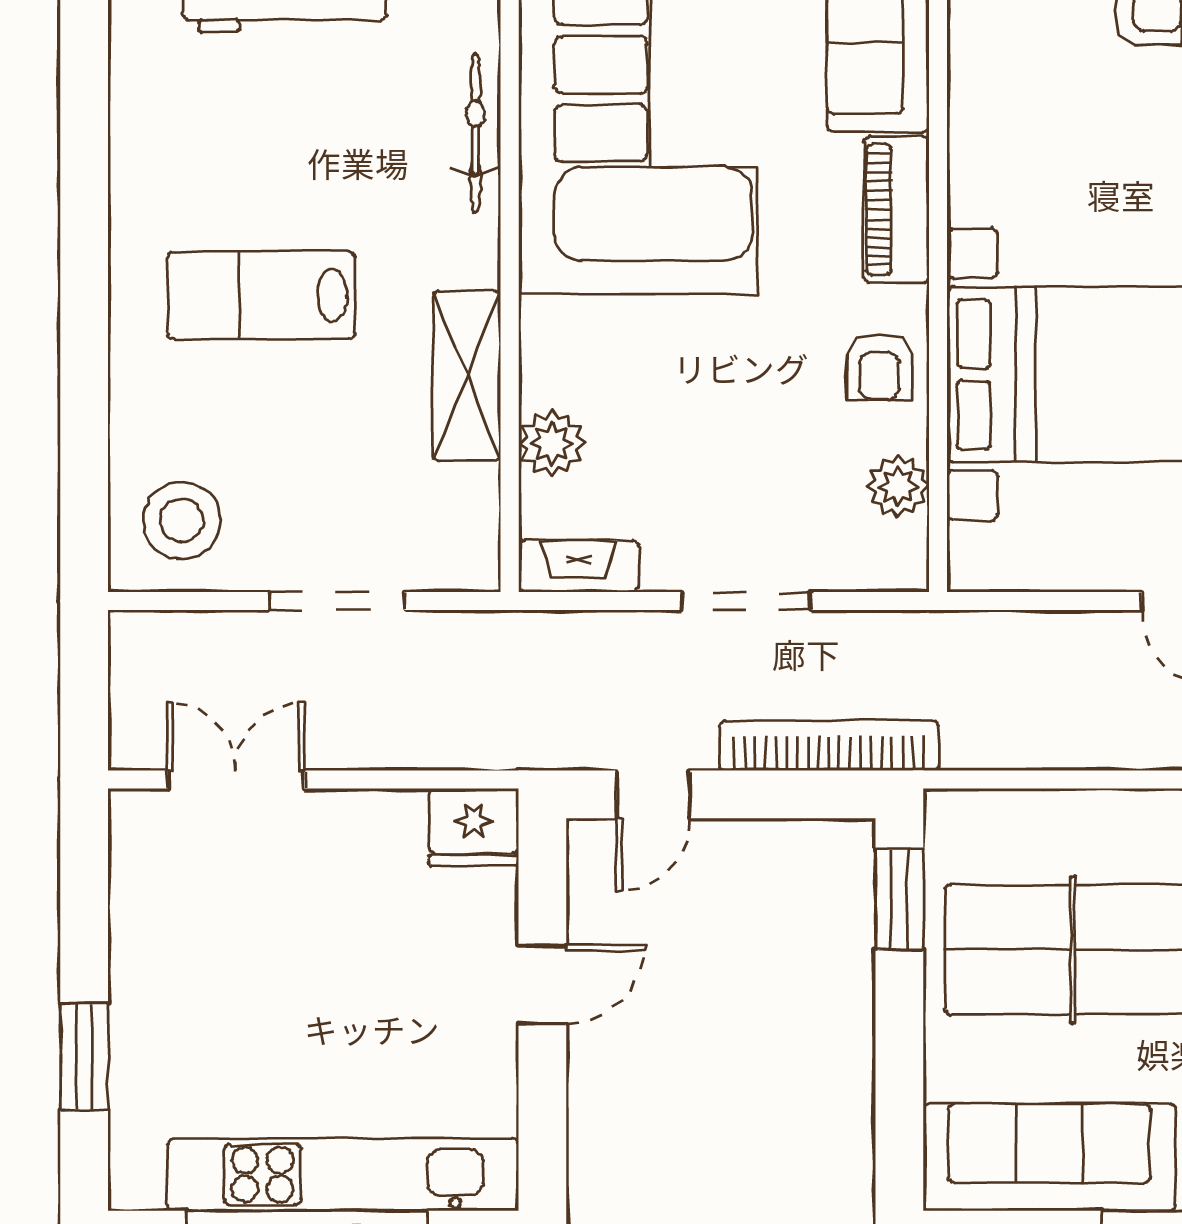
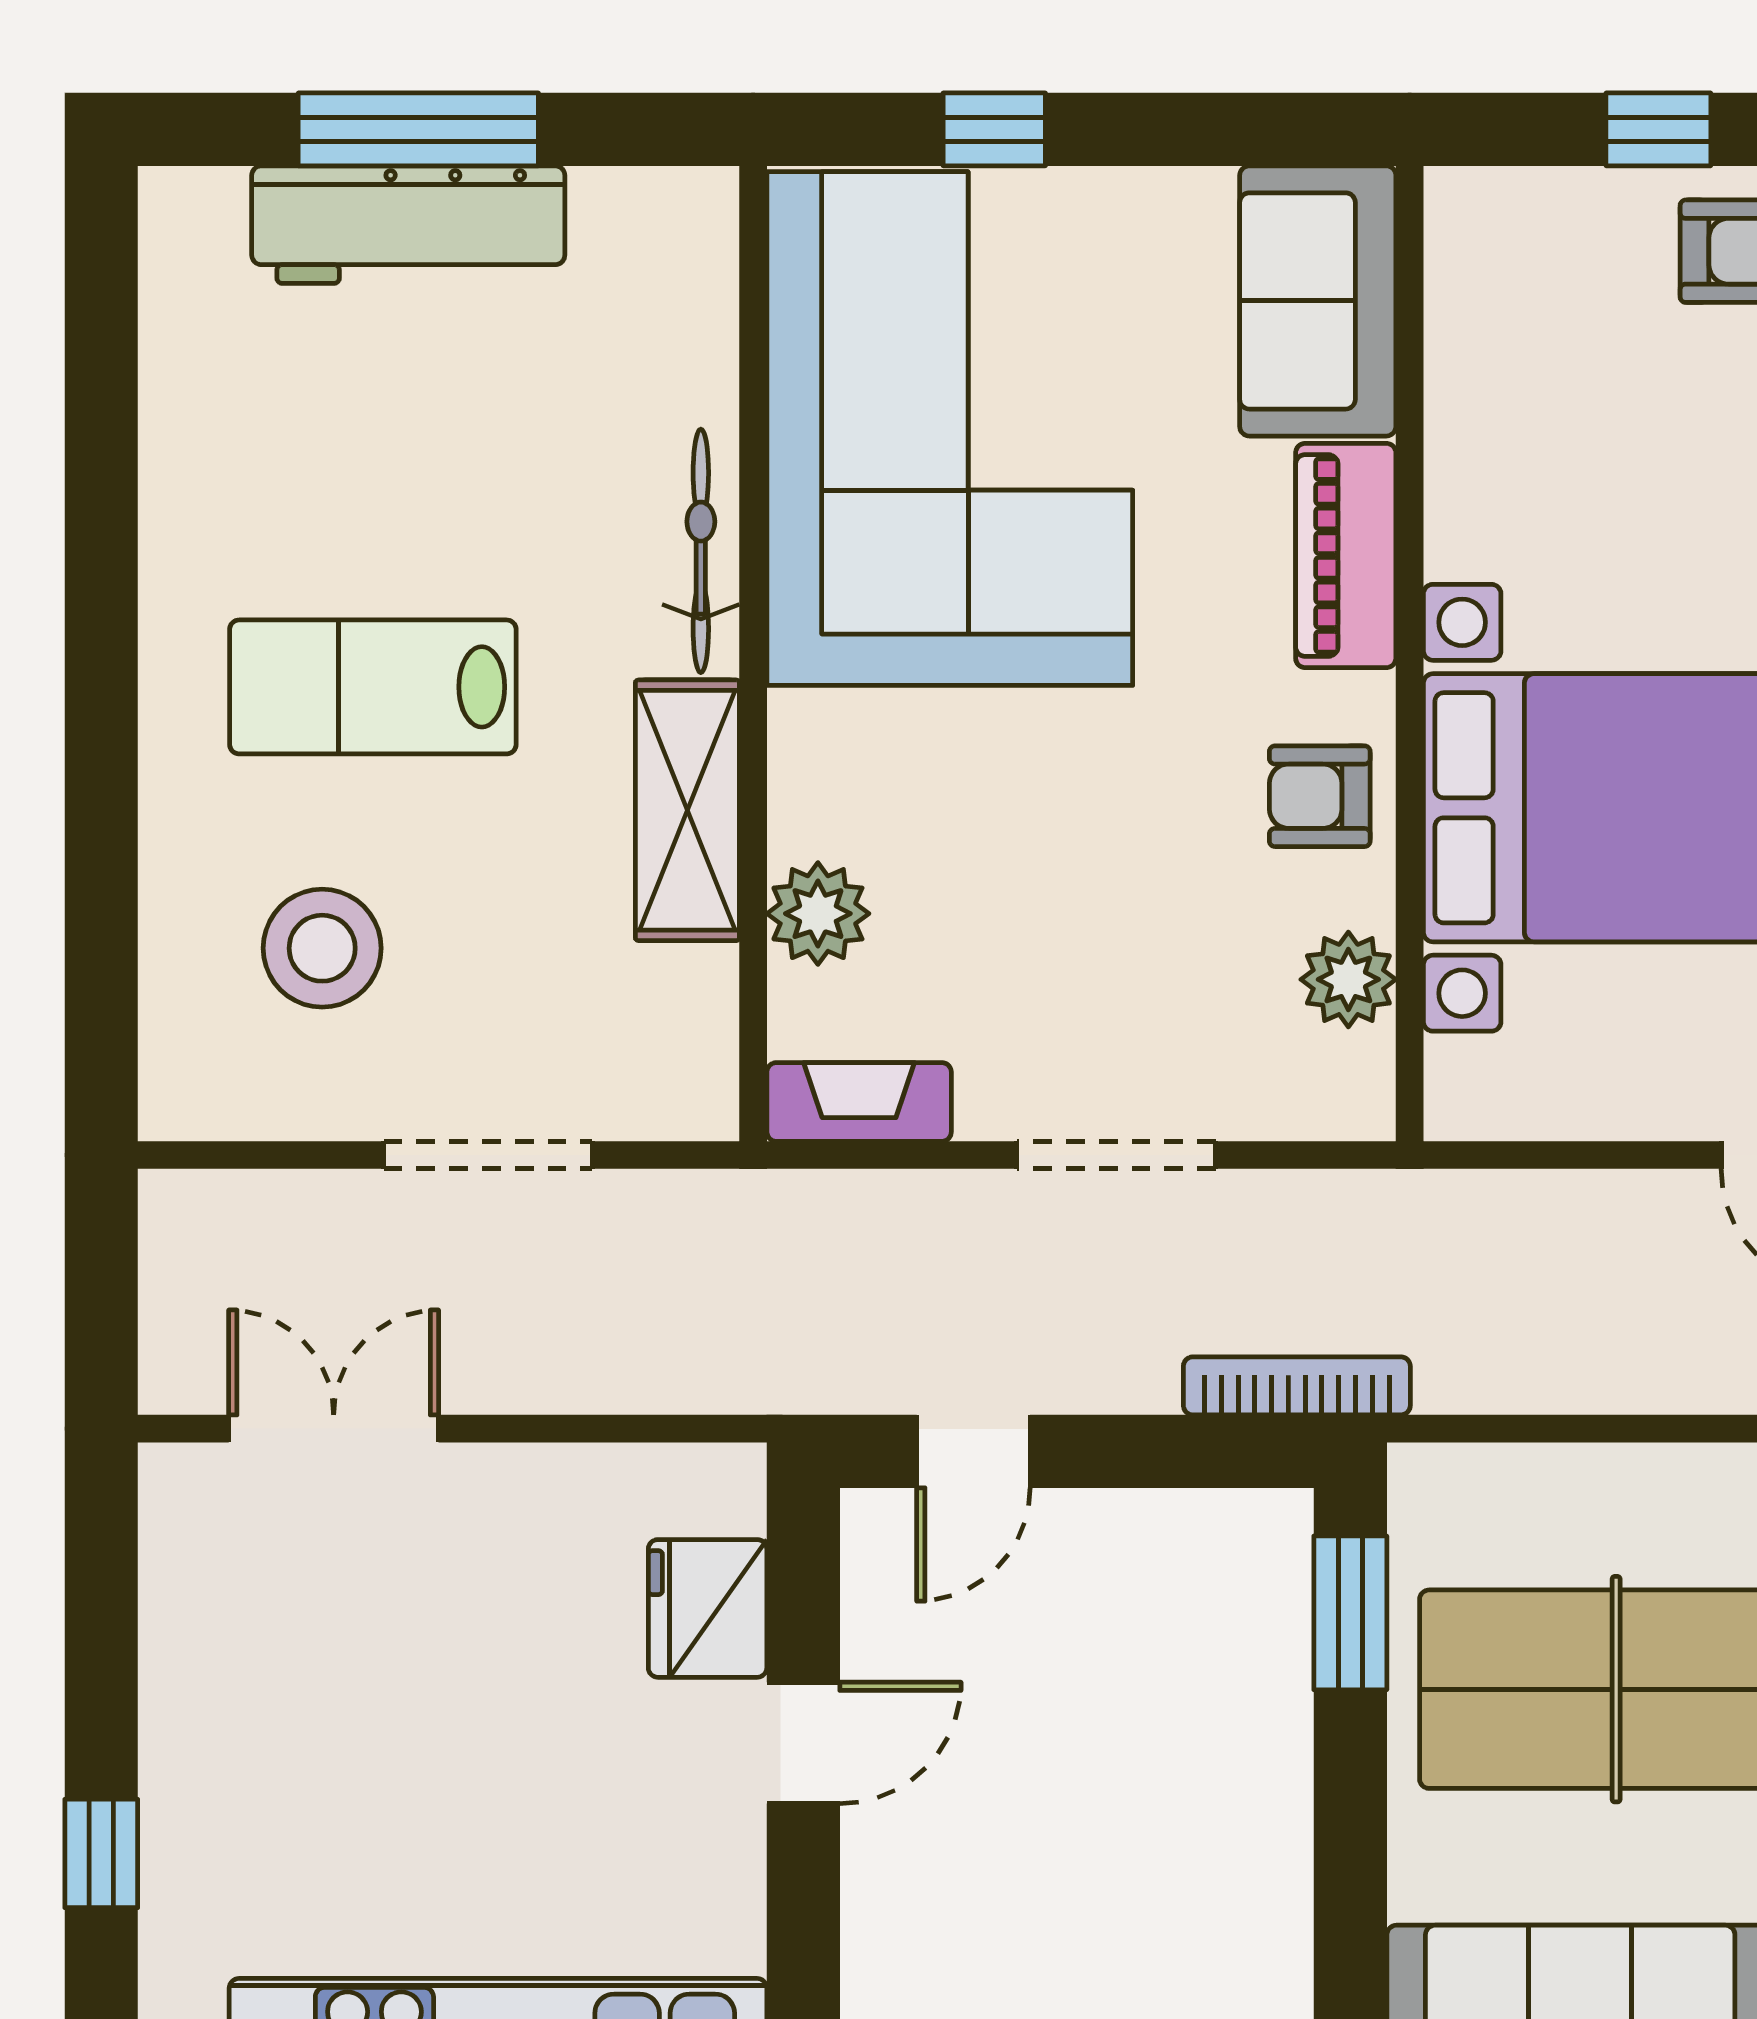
bicycle: (475, 133) -> (701, 551), moved
armchair: (879, 367) -> (1320, 796), turned 90
stool: (182, 520) -> (322, 948), moved
bookcase: (829, 746) -> (1297, 1386), width x0.68, depth x0.76
fridge: (474, 827) -> (708, 1608), moved, turned 90
window: (84, 1057) -> (101, 1853), width x0.67

